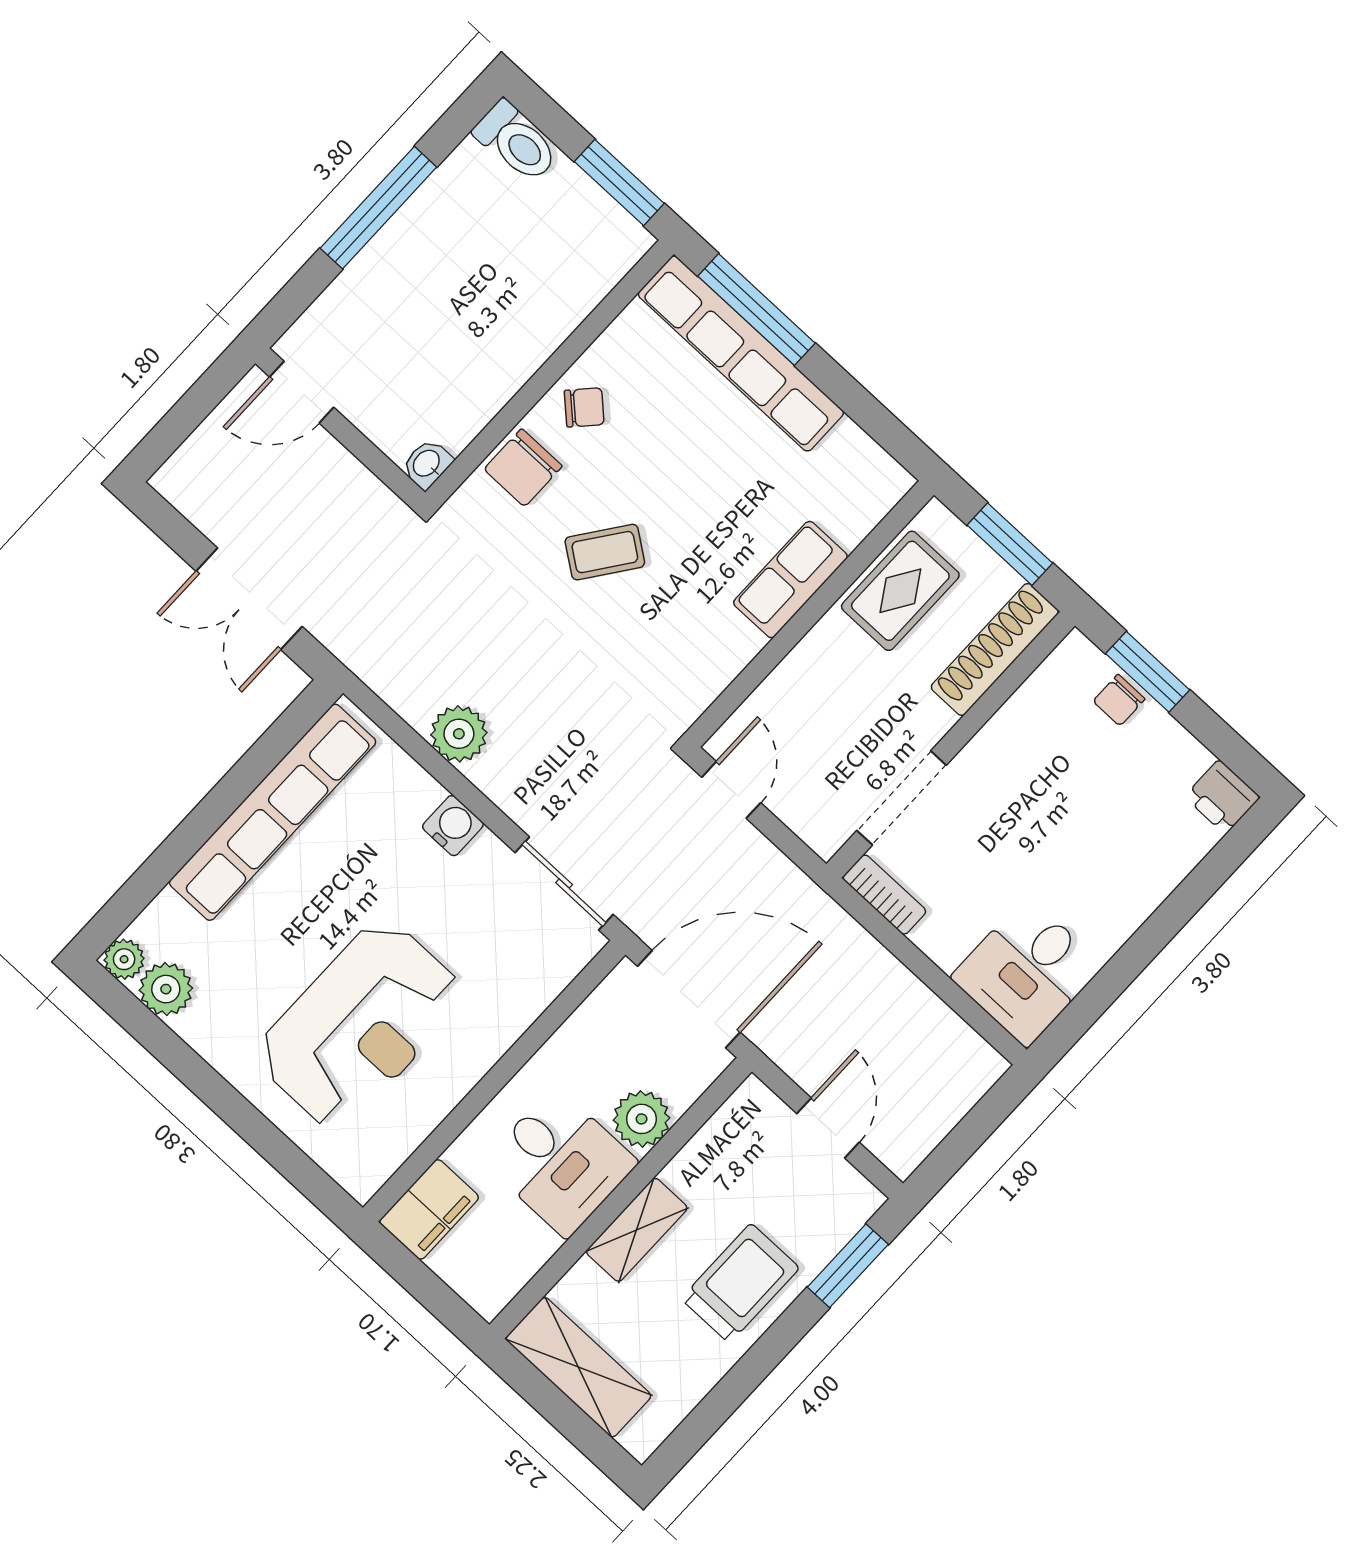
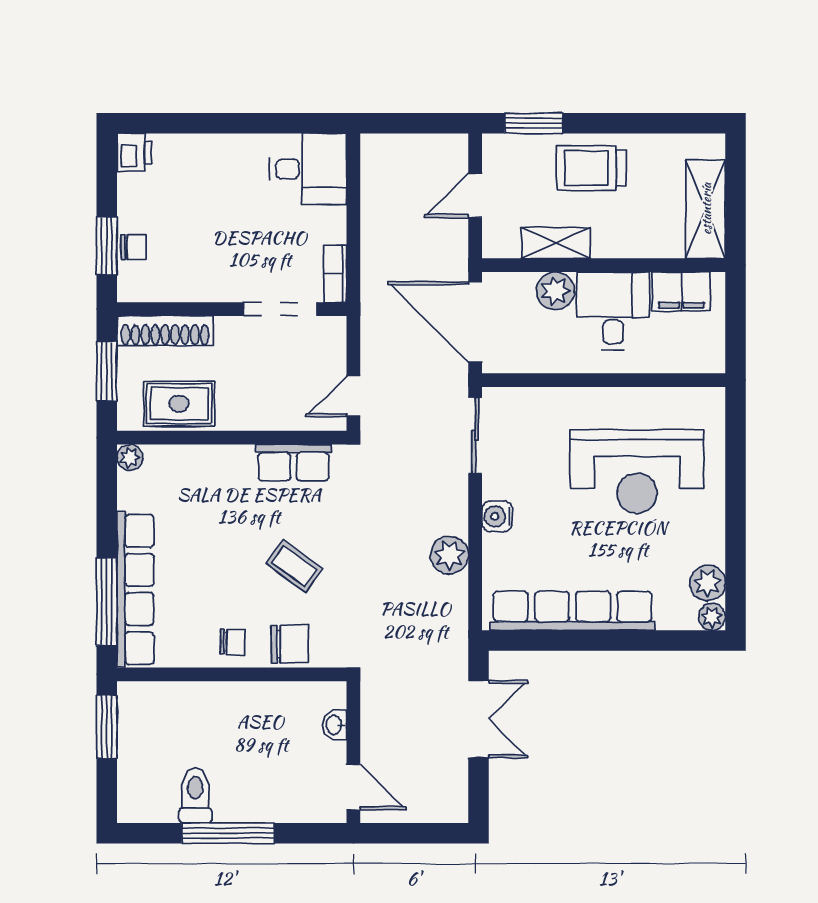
toilet: (516, 142) -> (195, 796), moved
chair: (584, 407) -> (233, 642), turned 138
washbasin: (427, 464) -> (335, 725), moved, turned 90
plant: (891, 482) -> (130, 457), added
row of seats: (790, 580) -> (294, 463), moved
reception desk: (360, 1025) -> (637, 472), turned 180
filing cabinet: (429, 1209) -> (681, 291), moved, turned 180
shelving: (637, 1230) -> (556, 243), moved

